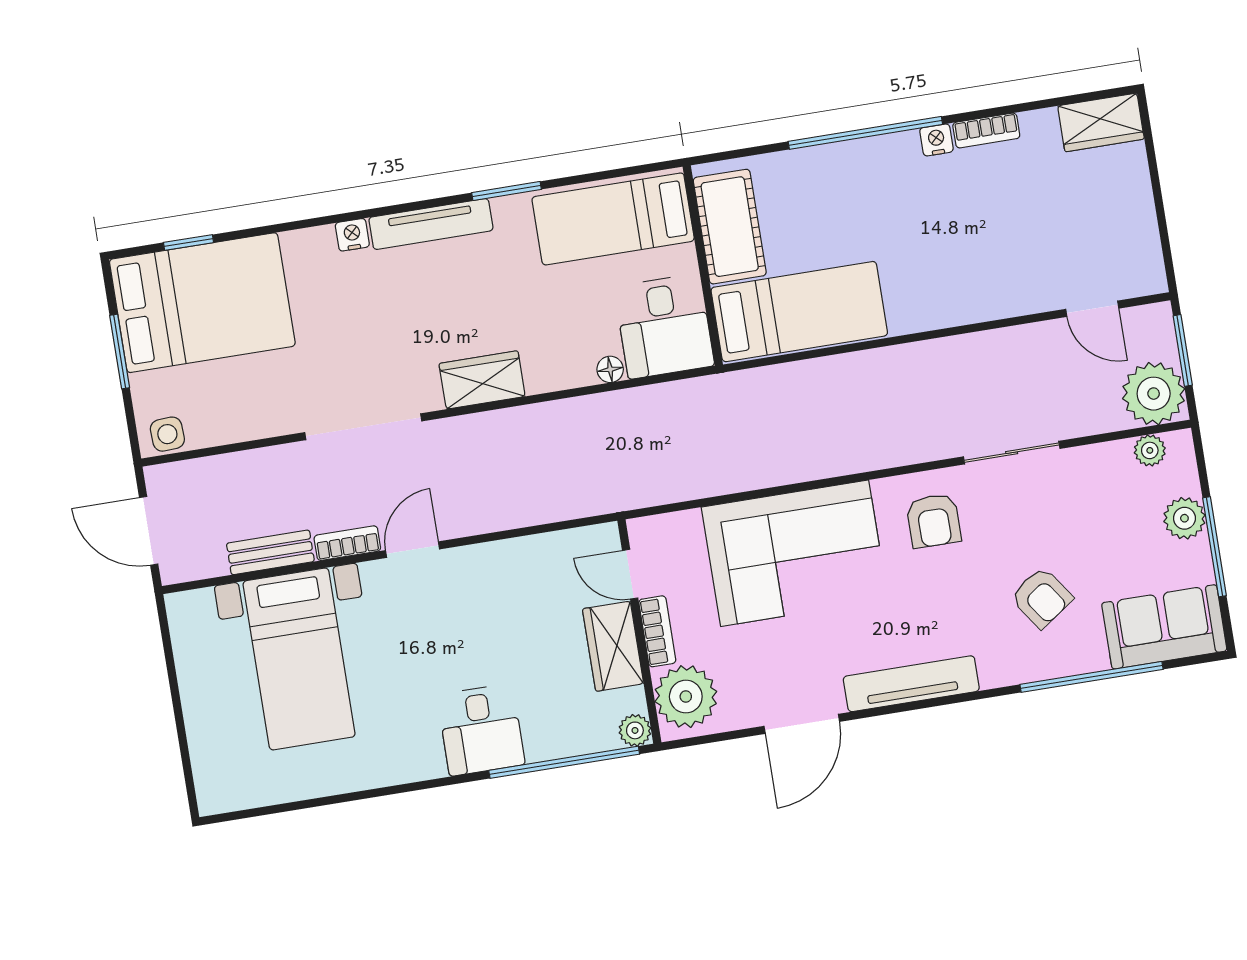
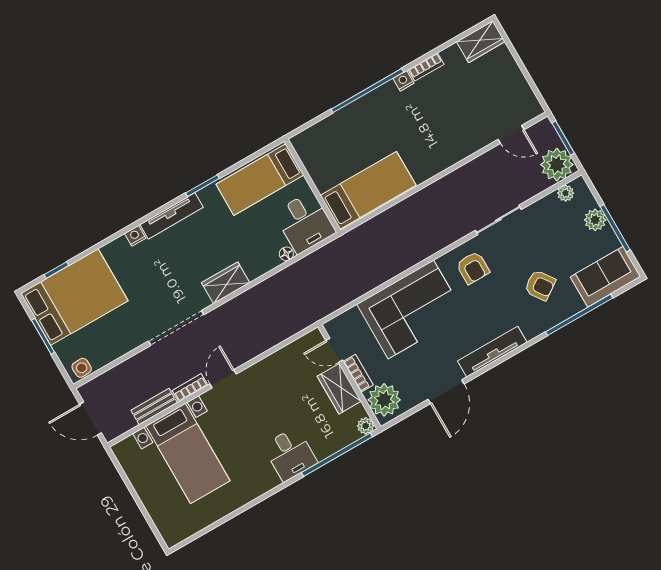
cot: (730, 227) -> (318, 162), removed

